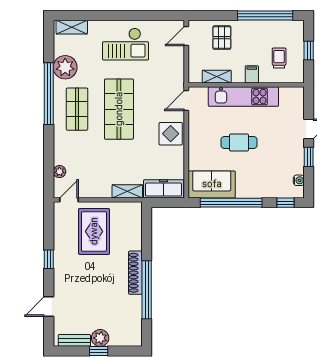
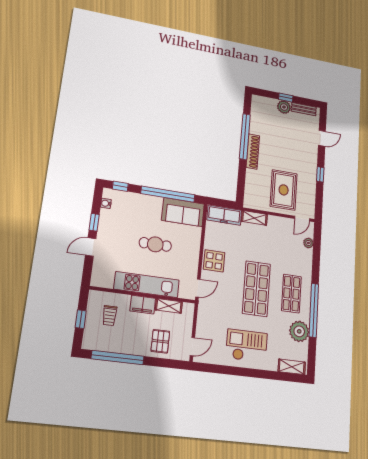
filing cabinet: (252, 74) -> (143, 305), width x2.00

